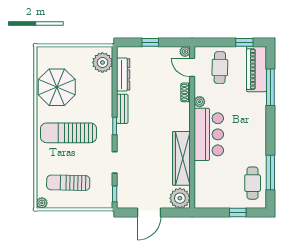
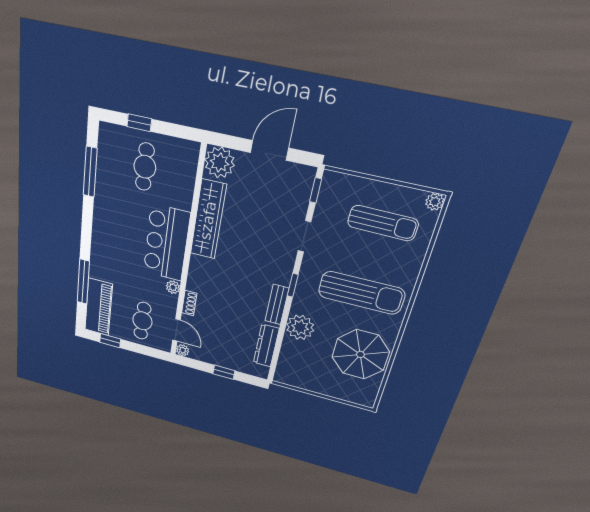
plant: (102, 62) -> (300, 327), moved
cafe table: (253, 183) -> (145, 167), moved

